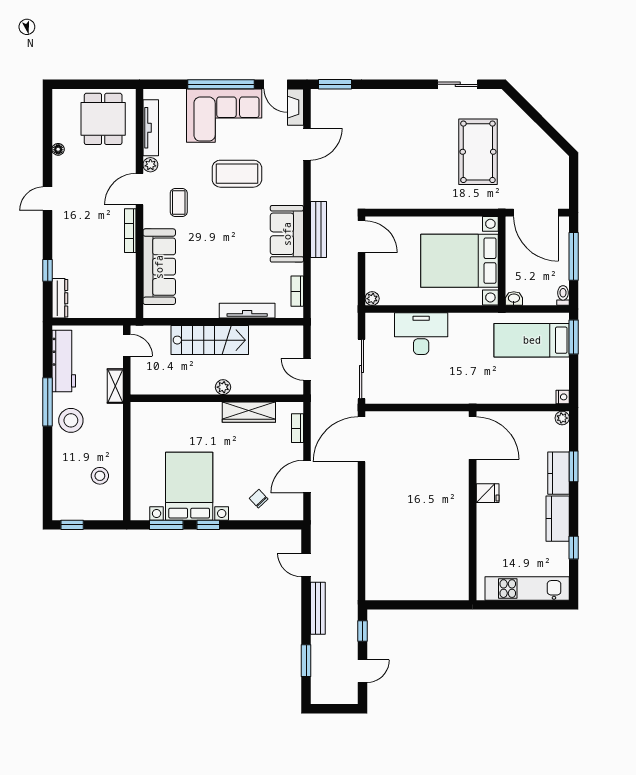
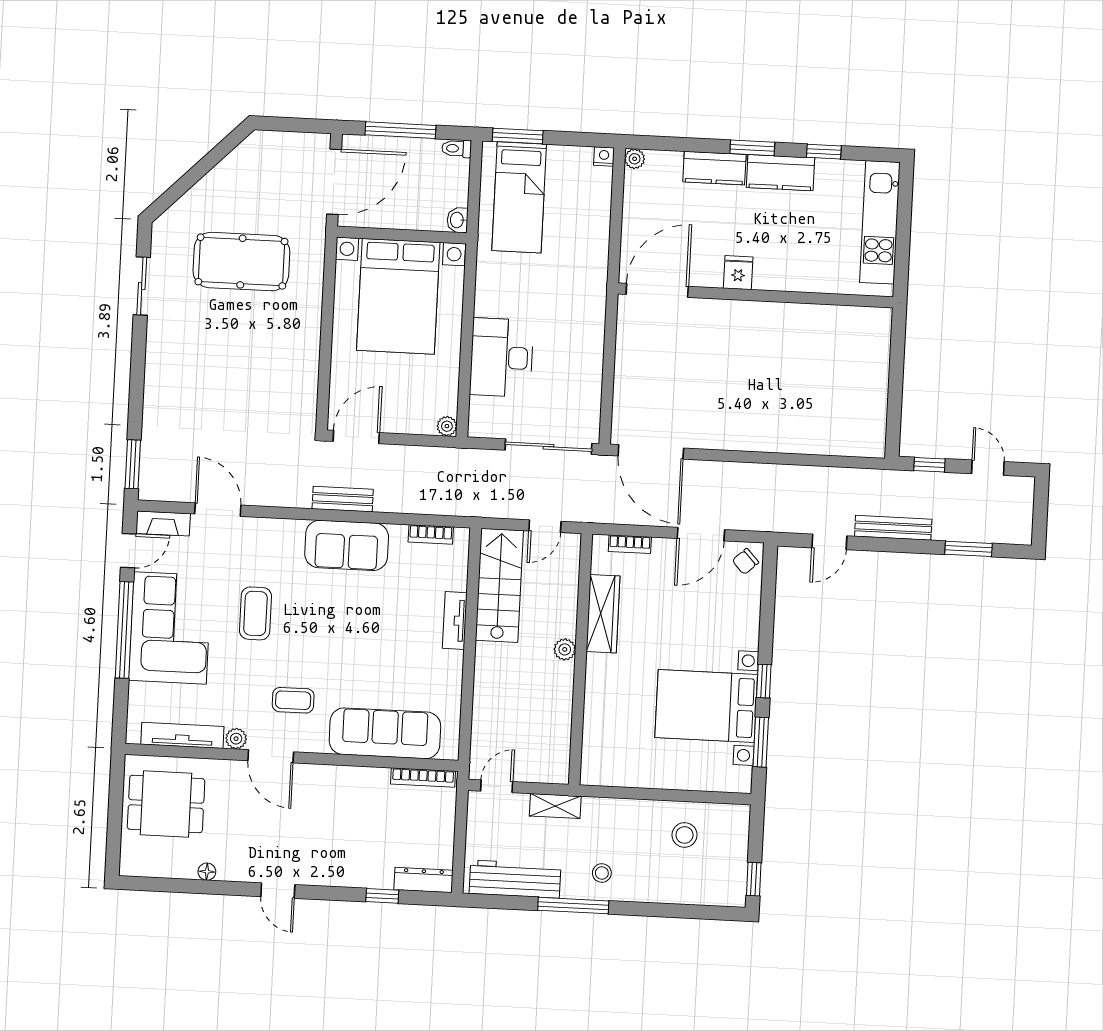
coffee table: (237, 174) -> (255, 613), width x0.73, depth x0.76
bench: (318, 230) -> (343, 499), width x0.73
bookcase: (130, 231) -> (423, 778), moved
tv unit: (247, 311) -> (455, 621), width x0.71
stairs: (210, 340) -> (499, 585), moved
stool: (71, 420) -> (602, 873), width x0.53, depth x0.53
window: (574, 466) -> (752, 148), moved
door: (307, 477) -> (701, 534), hinge flipped
chair: (259, 499) -> (745, 561), moved

